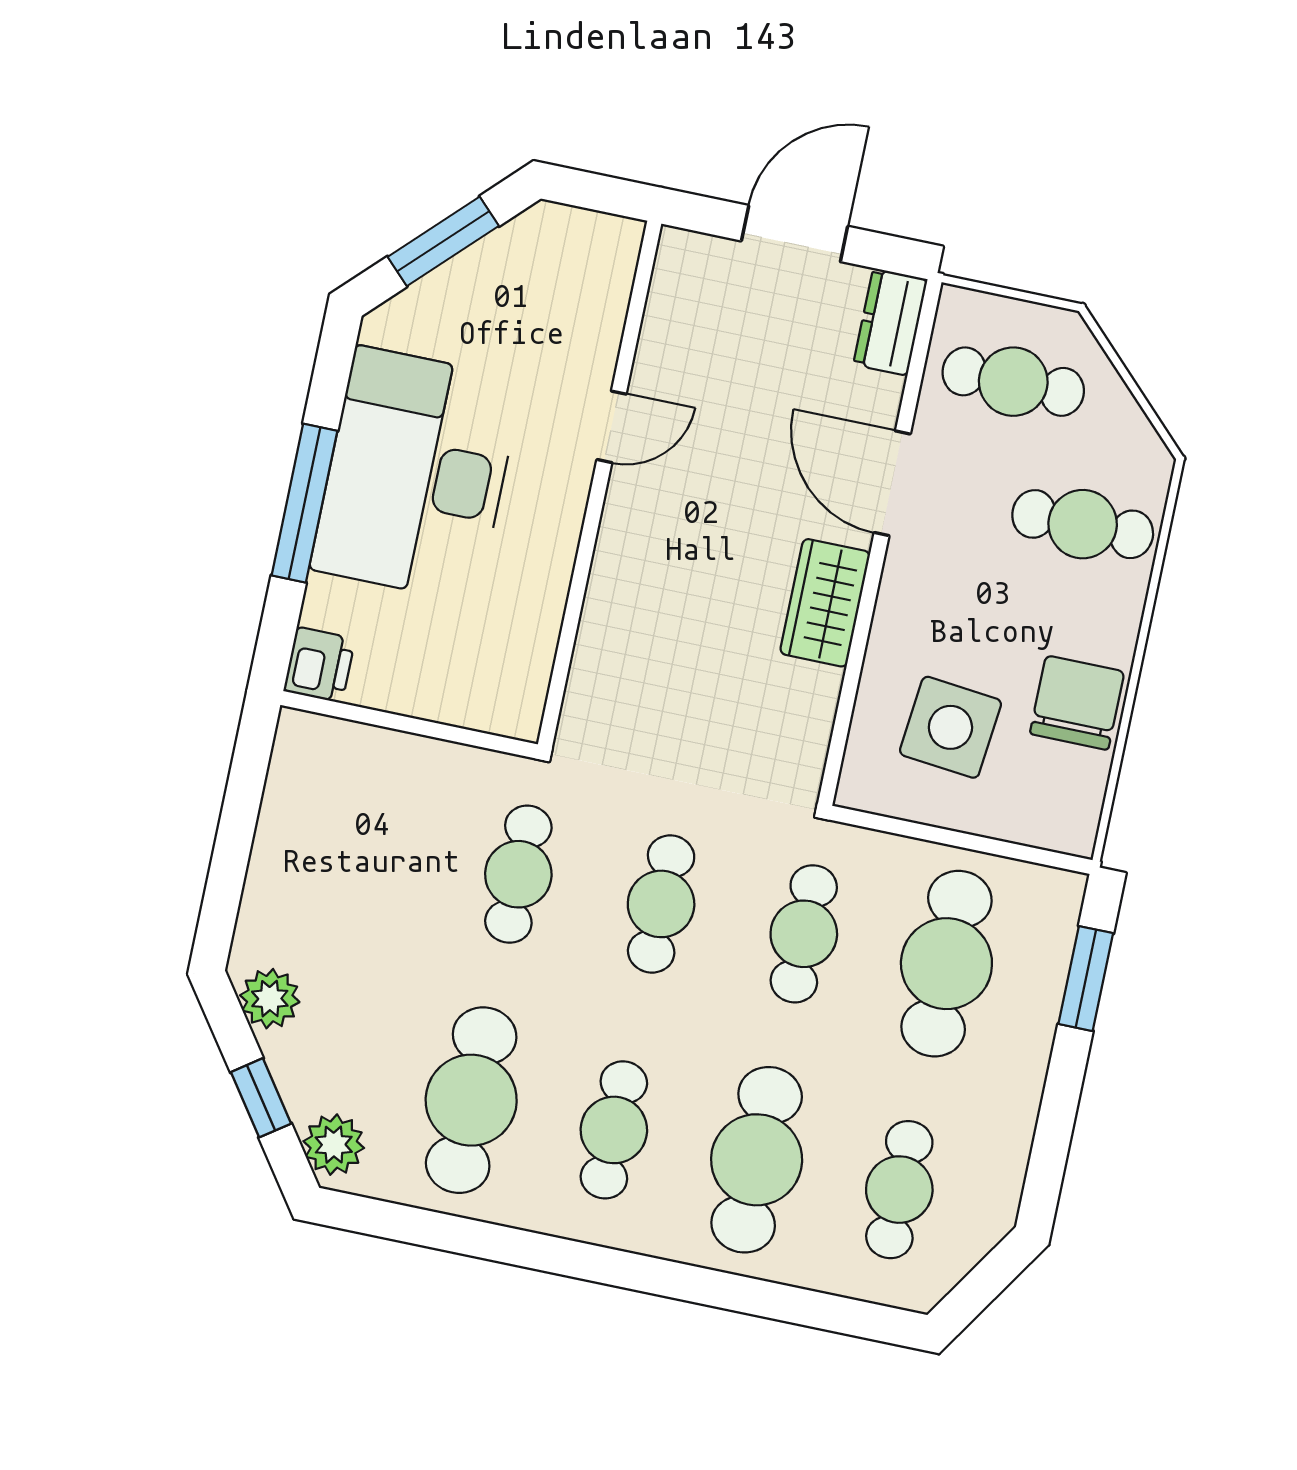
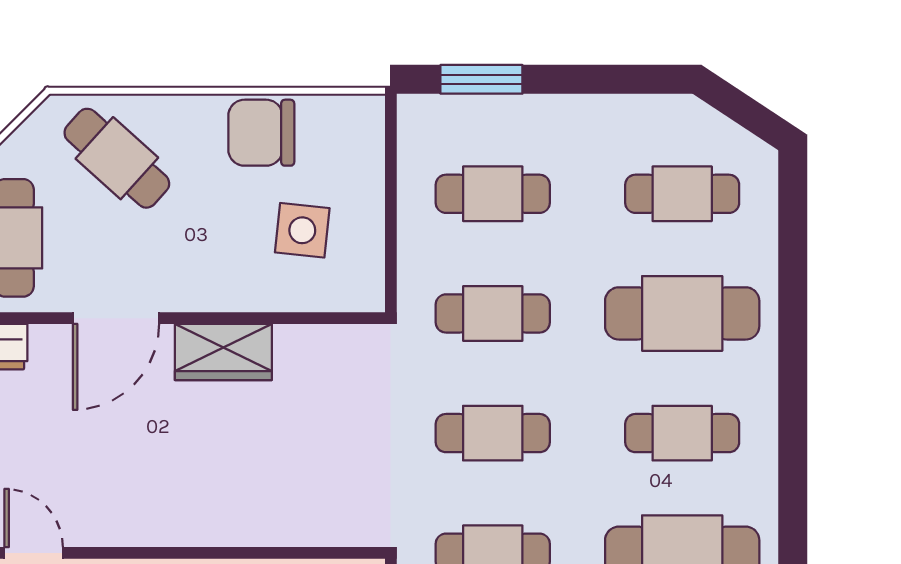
door: (612, 427) -> (34, 553), moved
cafe table: (1083, 524) -> (117, 158), turned -48
side table: (950, 727) -> (302, 230), width x0.73, depth x0.73
cafe table: (946, 964) -> (493, 194), width x0.73, depth x0.74

